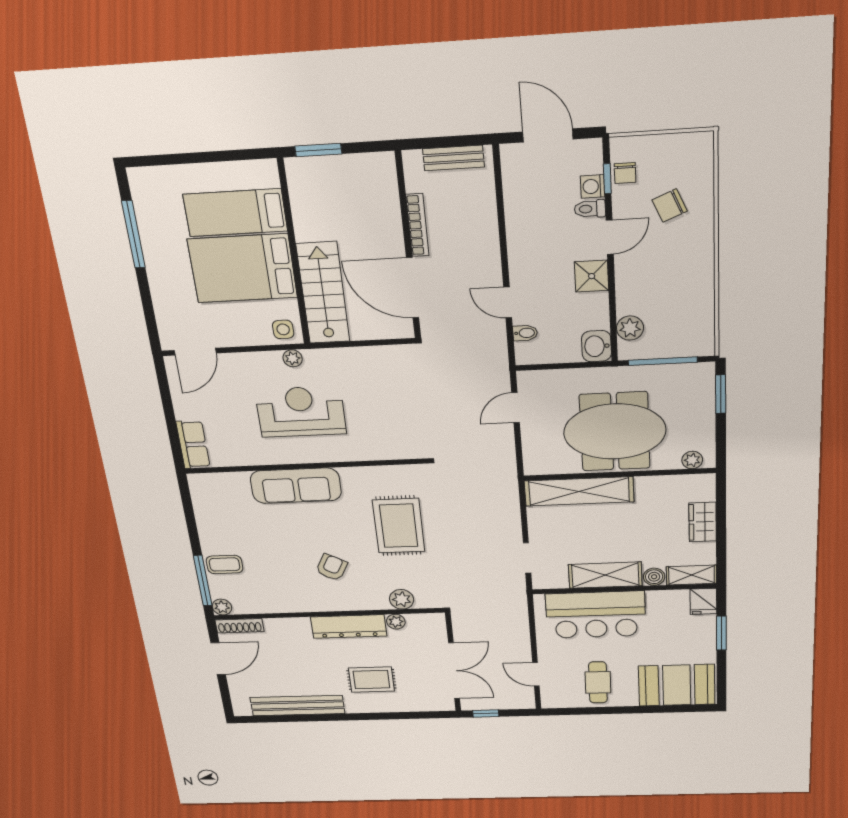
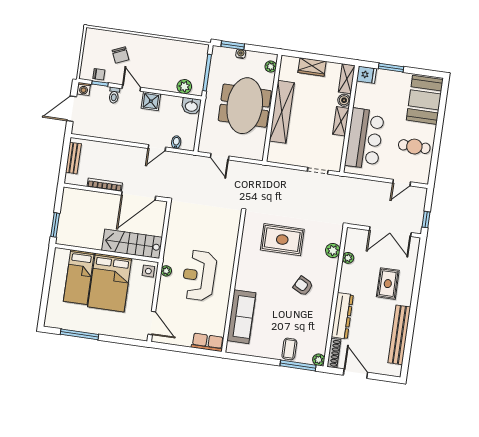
washing machine: (593, 186) -> (84, 89), moved
water cooler: (707, 410) -> (241, 54), added
sofa: (296, 486) -> (241, 317), moved
shelving: (579, 491) -> (282, 112), moved
shelving: (605, 575) -> (341, 121), width x0.67, depth x0.75
dresser: (349, 626) -> (342, 316), moved
double door: (454, 671) -> (390, 232), swing flipped

